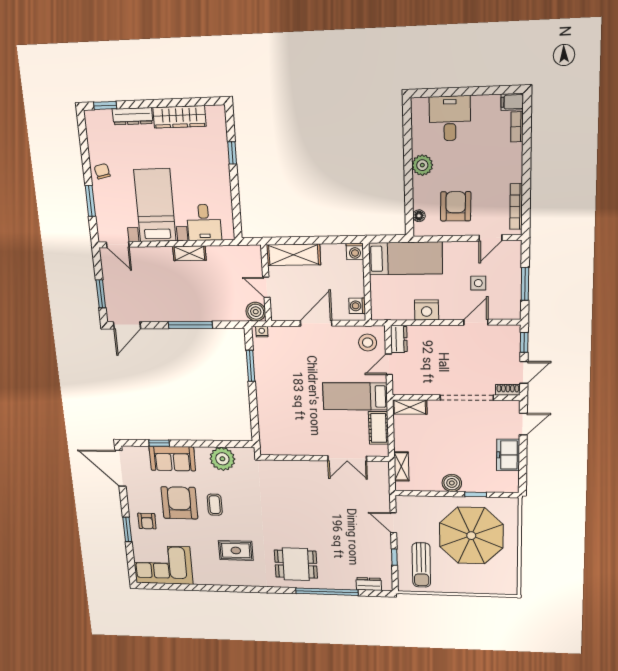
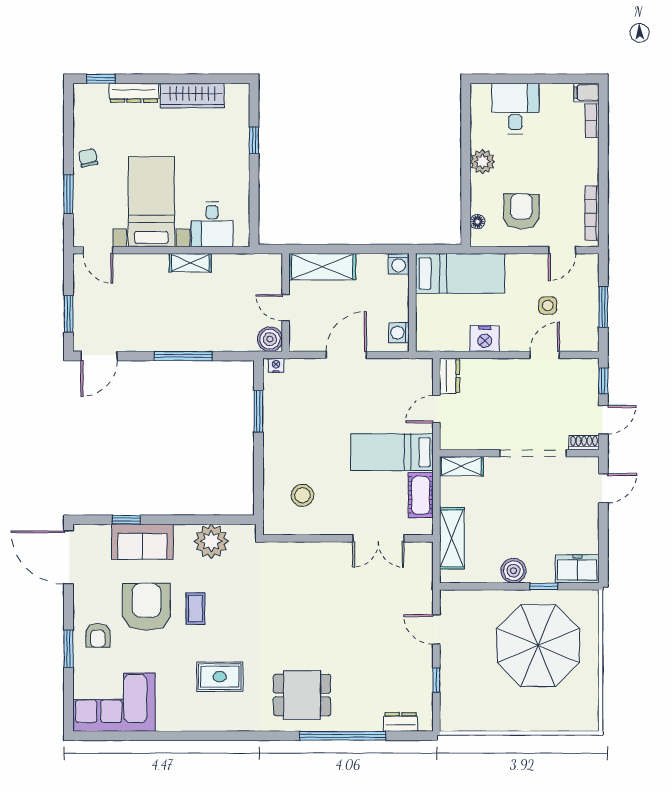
stool: (368, 343) -> (303, 495), moved
freezer: (508, 455) -> (577, 569), moved, turned 90
shelving: (401, 466) -> (452, 538), width x1.50, depth x1.33
sun lounger: (421, 565) -> (472, 691), removed

